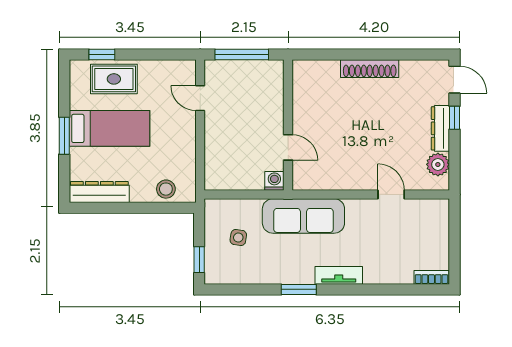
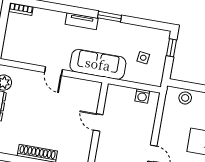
door: (288, 147) -> (98, 123), moved
washing machine: (274, 181) -> (142, 96), moved
door: (391, 194) -> (53, 71), moved

